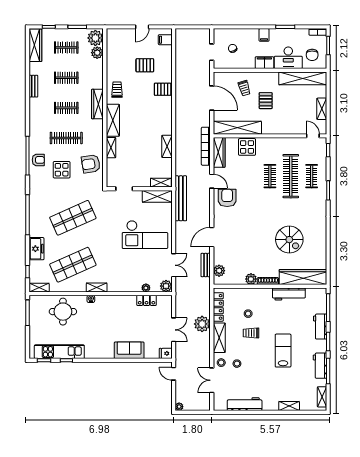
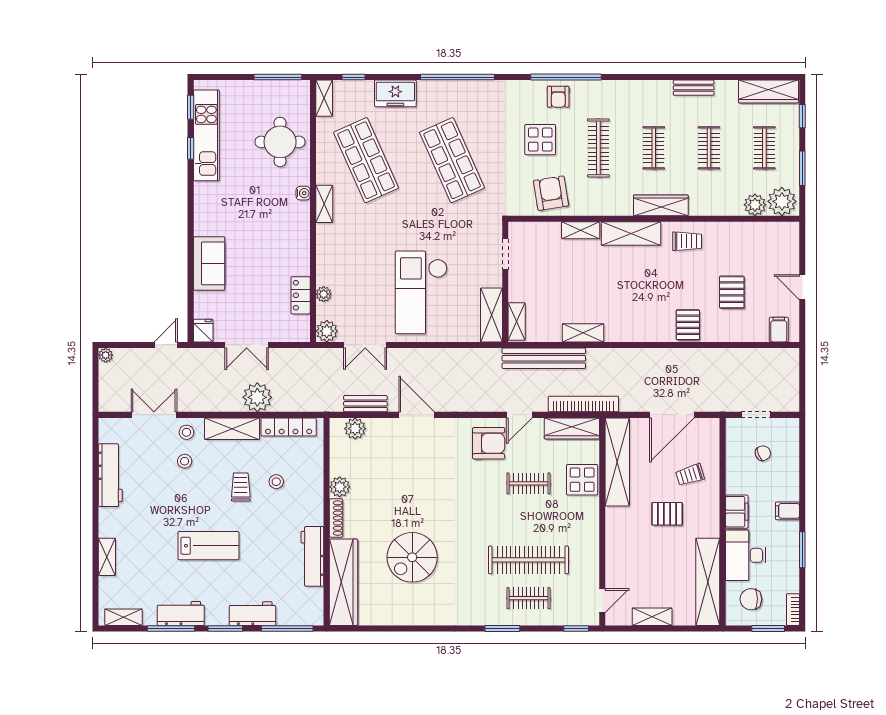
clothes rail: (270, 176) -> (528, 483), moved
bench: (181, 198) -> (544, 358), moved

